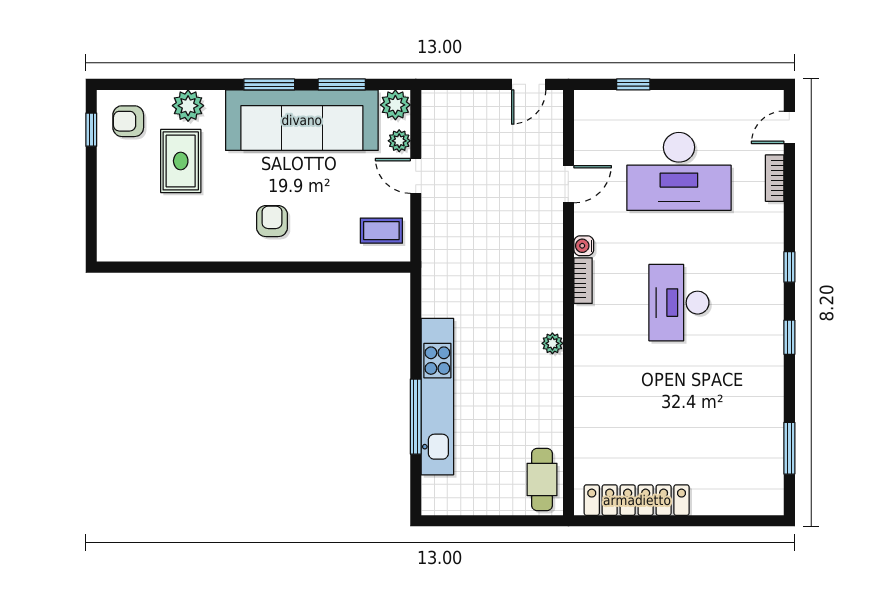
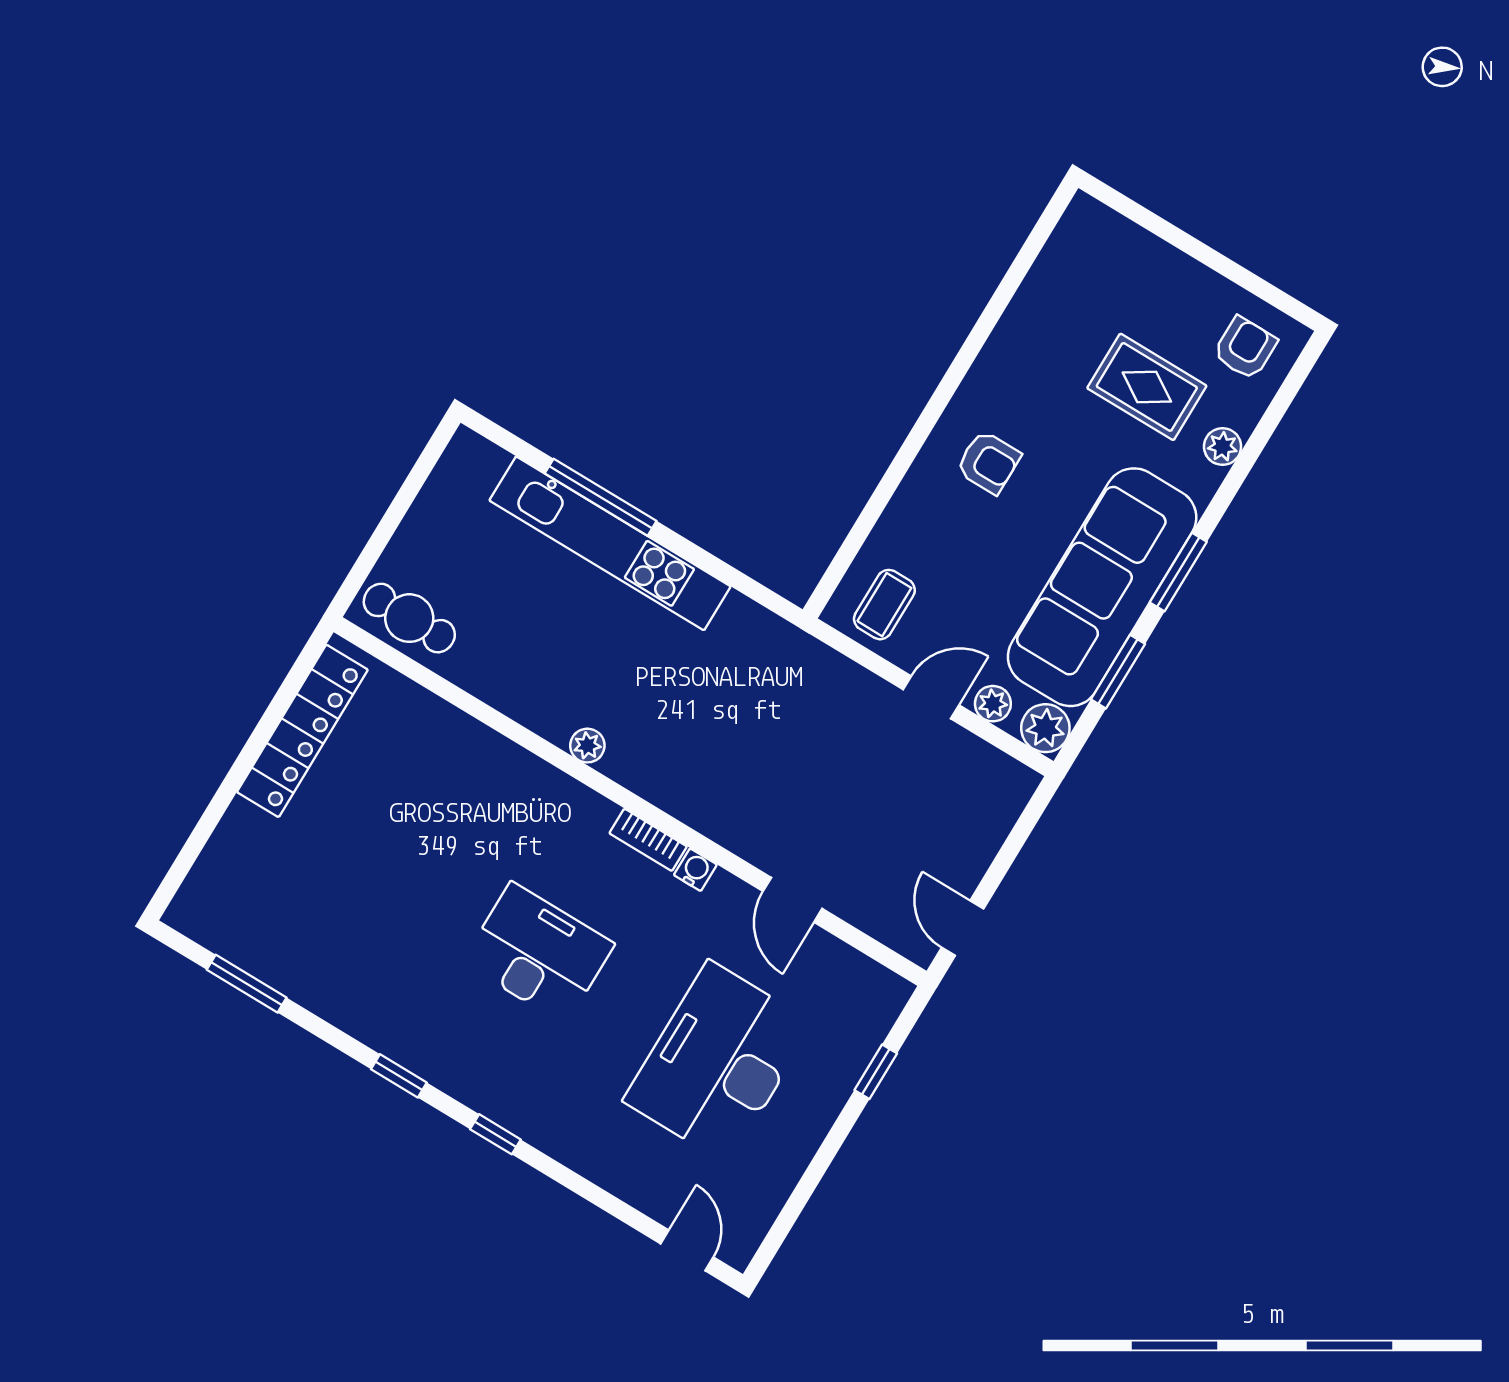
plant: (188, 106) -> (1223, 447), width x0.73, depth x0.73
window: (91, 130) -> (1264, 290), removed
bookcase: (775, 178) -> (629, 1188), removed

